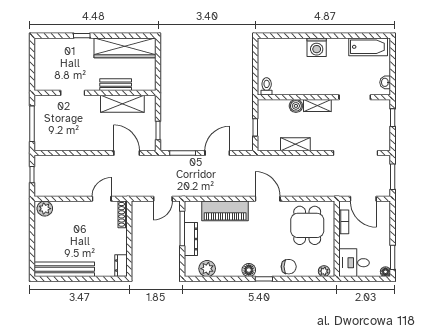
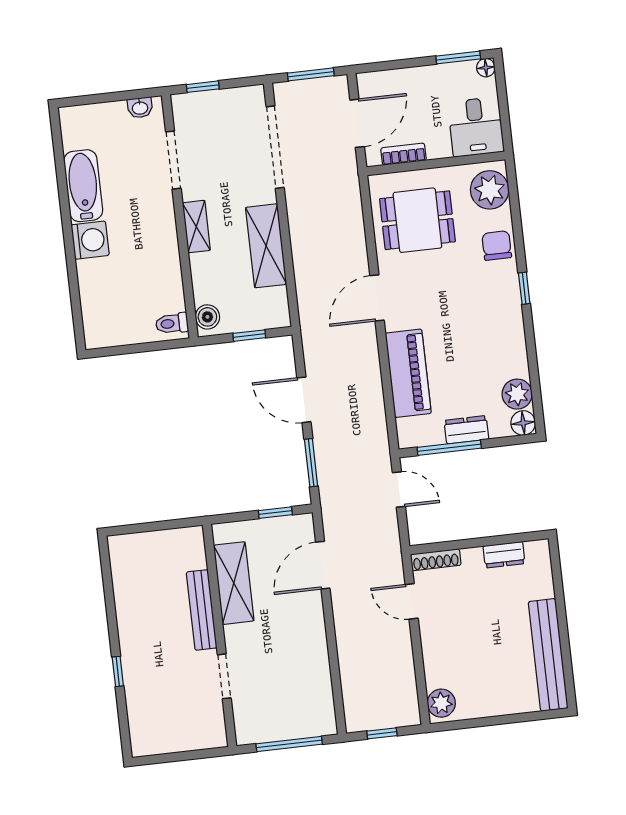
bathtub: (368, 47) -> (83, 186), moved
wardrobe: (125, 48) -> (131, 590), removed
bench: (116, 85) -> (202, 610), width x1.36
boiler: (296, 106) -> (207, 317), moved
shelving: (295, 144) -> (266, 246), width x1.50, depth x1.33
dresser: (191, 239) -> (466, 430), width x0.70
dresser: (121, 266) -> (504, 555), moved
floor lamp: (249, 270) -> (523, 423), moved
plant: (324, 271) -> (490, 190), width x1.88, depth x1.88

